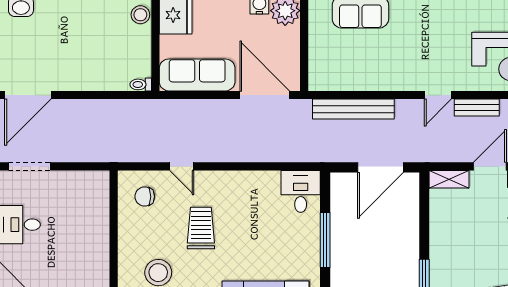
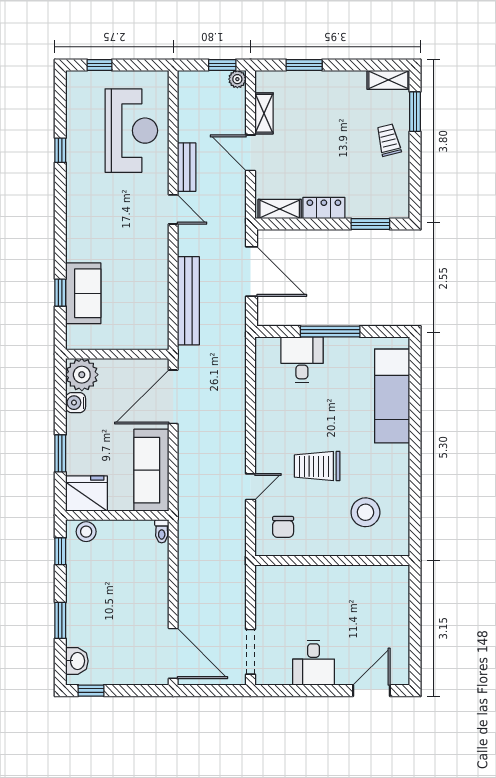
shelving: (449, 179) -> (280, 209), moved, turned 90
desk: (301, 191) -> (302, 360), moved, turned 90
locker: (439, 234) -> (324, 208), added

